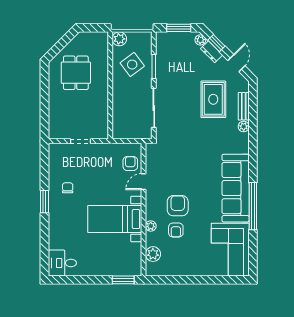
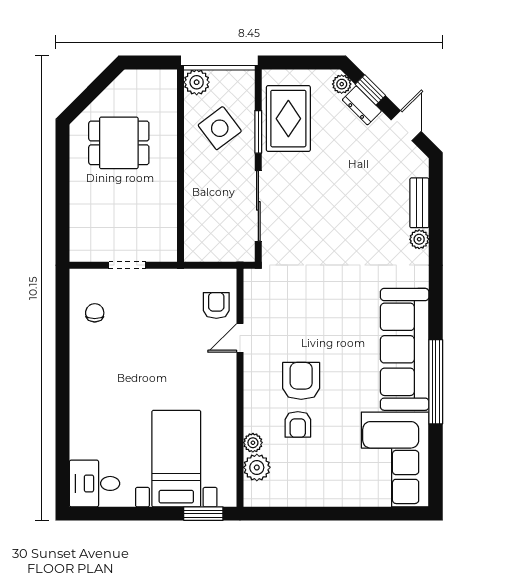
window: (179, 28) -> (303, 63), removed
dining table: (76, 73) -> (119, 143), turned 90
rug: (213, 99) -> (288, 119), moved
chair: (68, 188) -> (95, 313), moved
window: (44, 202) -> (63, 374), removed
bed with nightstands: (115, 219) -> (176, 459), moved, turned 90
plant: (151, 226) -> (253, 443), moved

